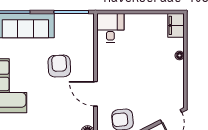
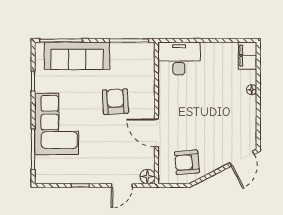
desk: (110, 28) -> (179, 58), width x1.37

